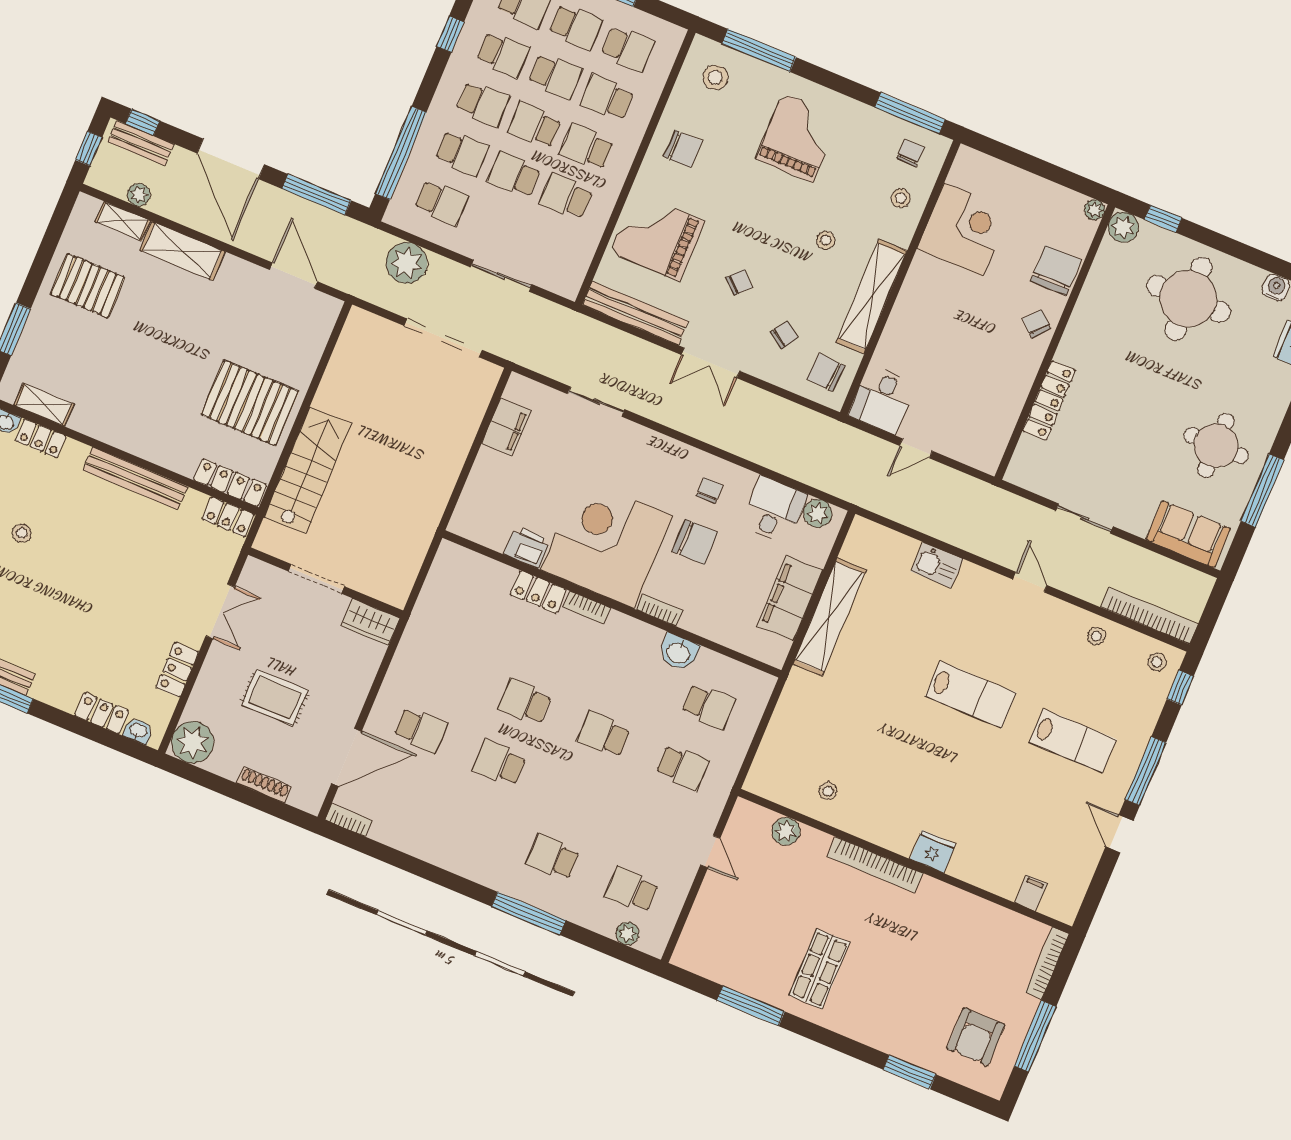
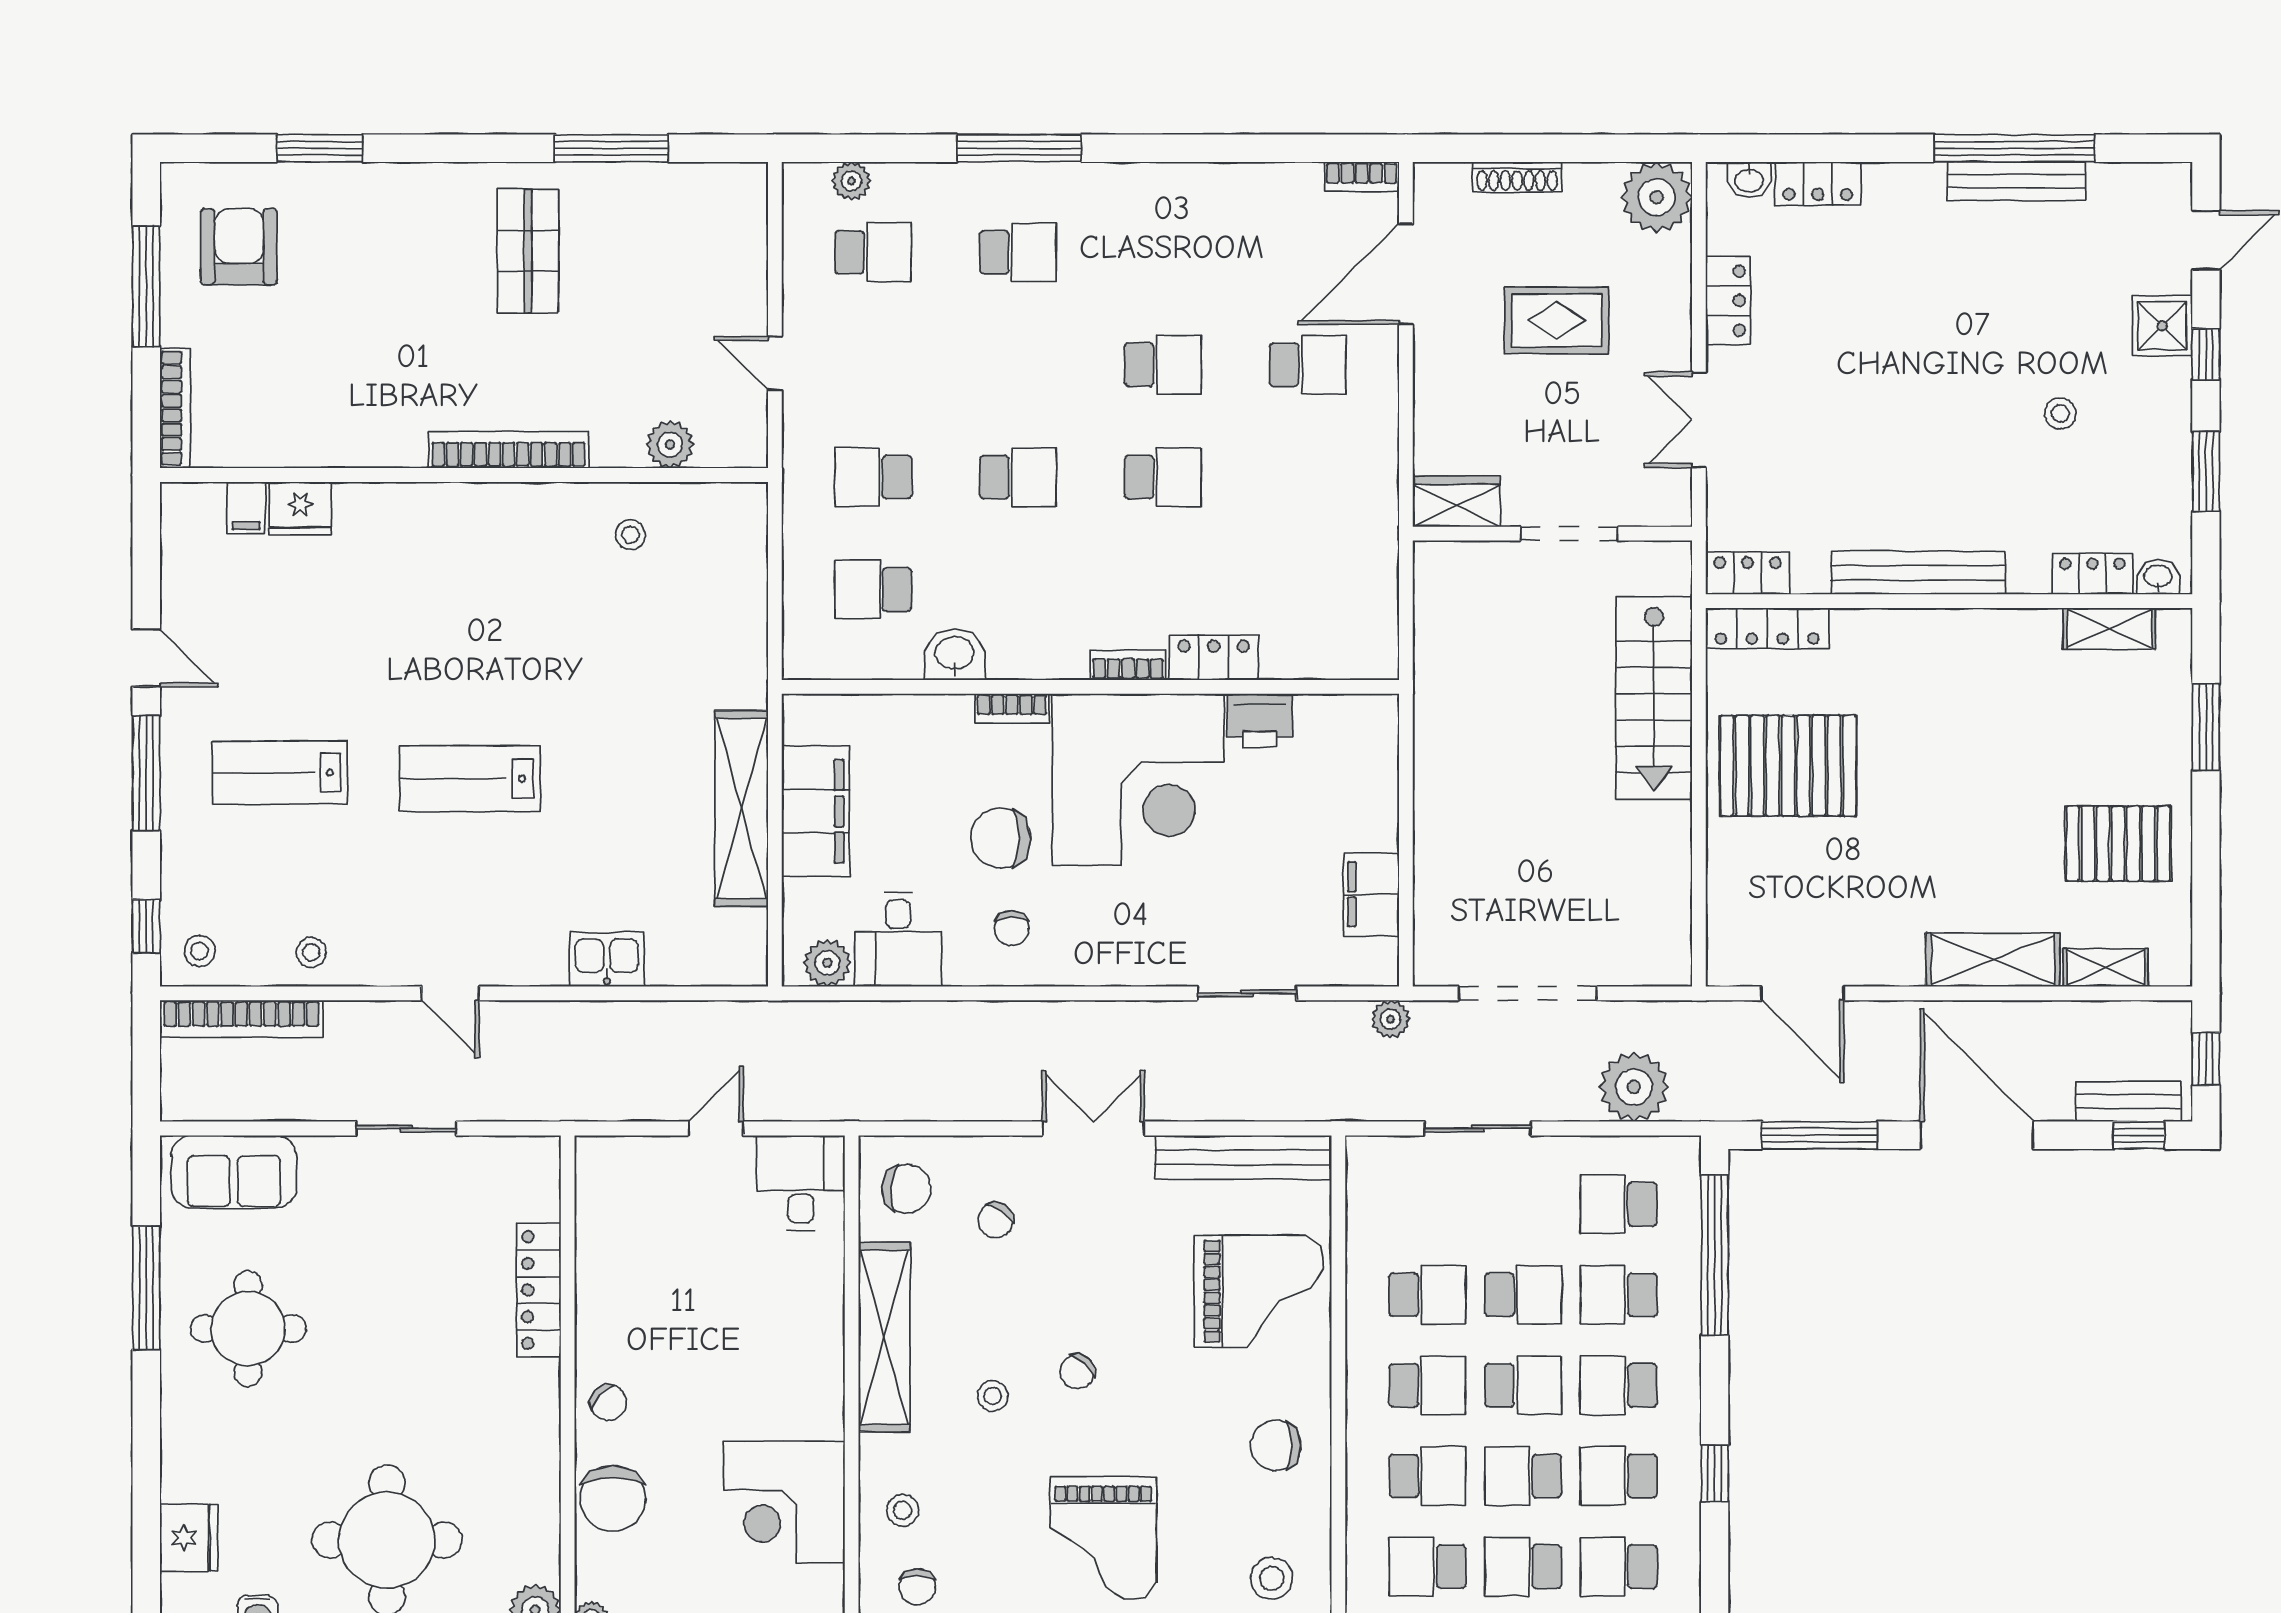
plant: (139, 195) -> (1390, 1019), moved
chair: (739, 282) -> (1077, 1372), moved
school desk: (421, 730) -> (1308, 365), turned 180
fridge: (933, 852) -> (300, 509), moved

